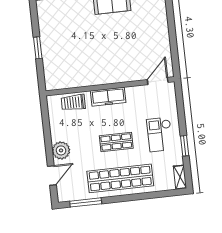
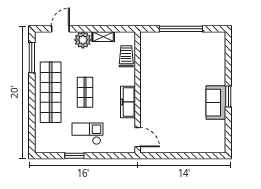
window: (38, 48) -> (181, 29), width x2.11
freezer: (108, 97) -> (128, 102), moved
door: (52, 175) -> (60, 29), swing flipped
shelving: (180, 177) -> (103, 37), moved

